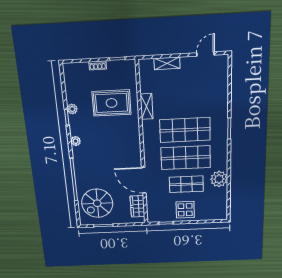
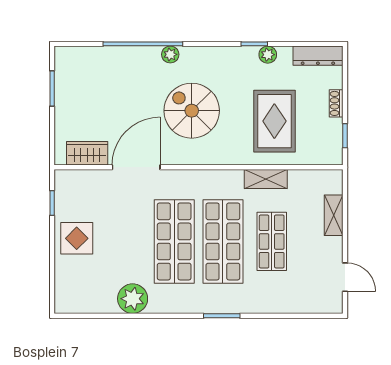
dresser: (70, 78) -> (318, 56), added
plant: (76, 141) -> (170, 54), moved
shop shelf: (186, 184) -> (272, 241), moved
spiral stairs: (97, 203) -> (192, 111), moved

